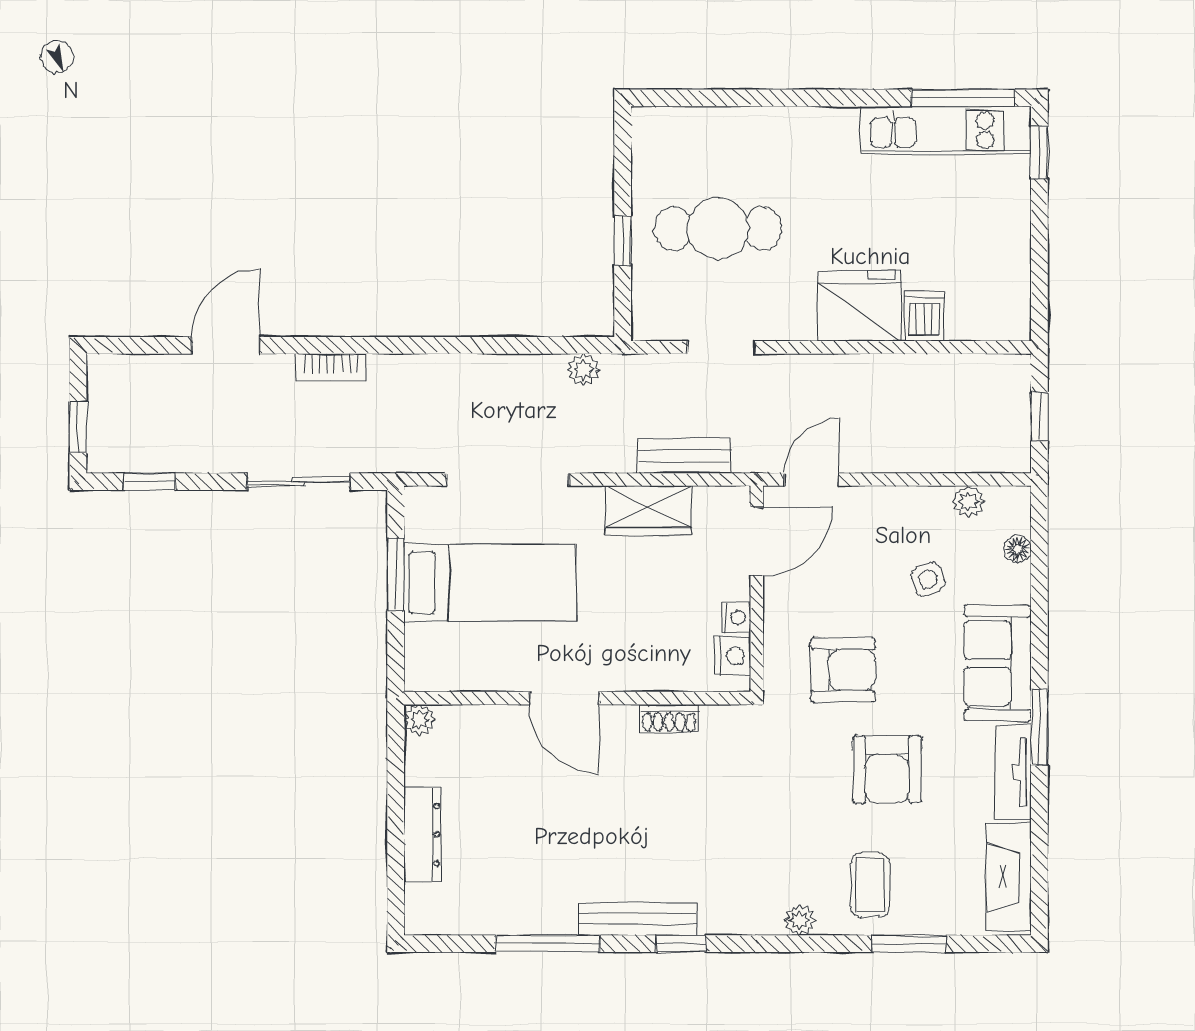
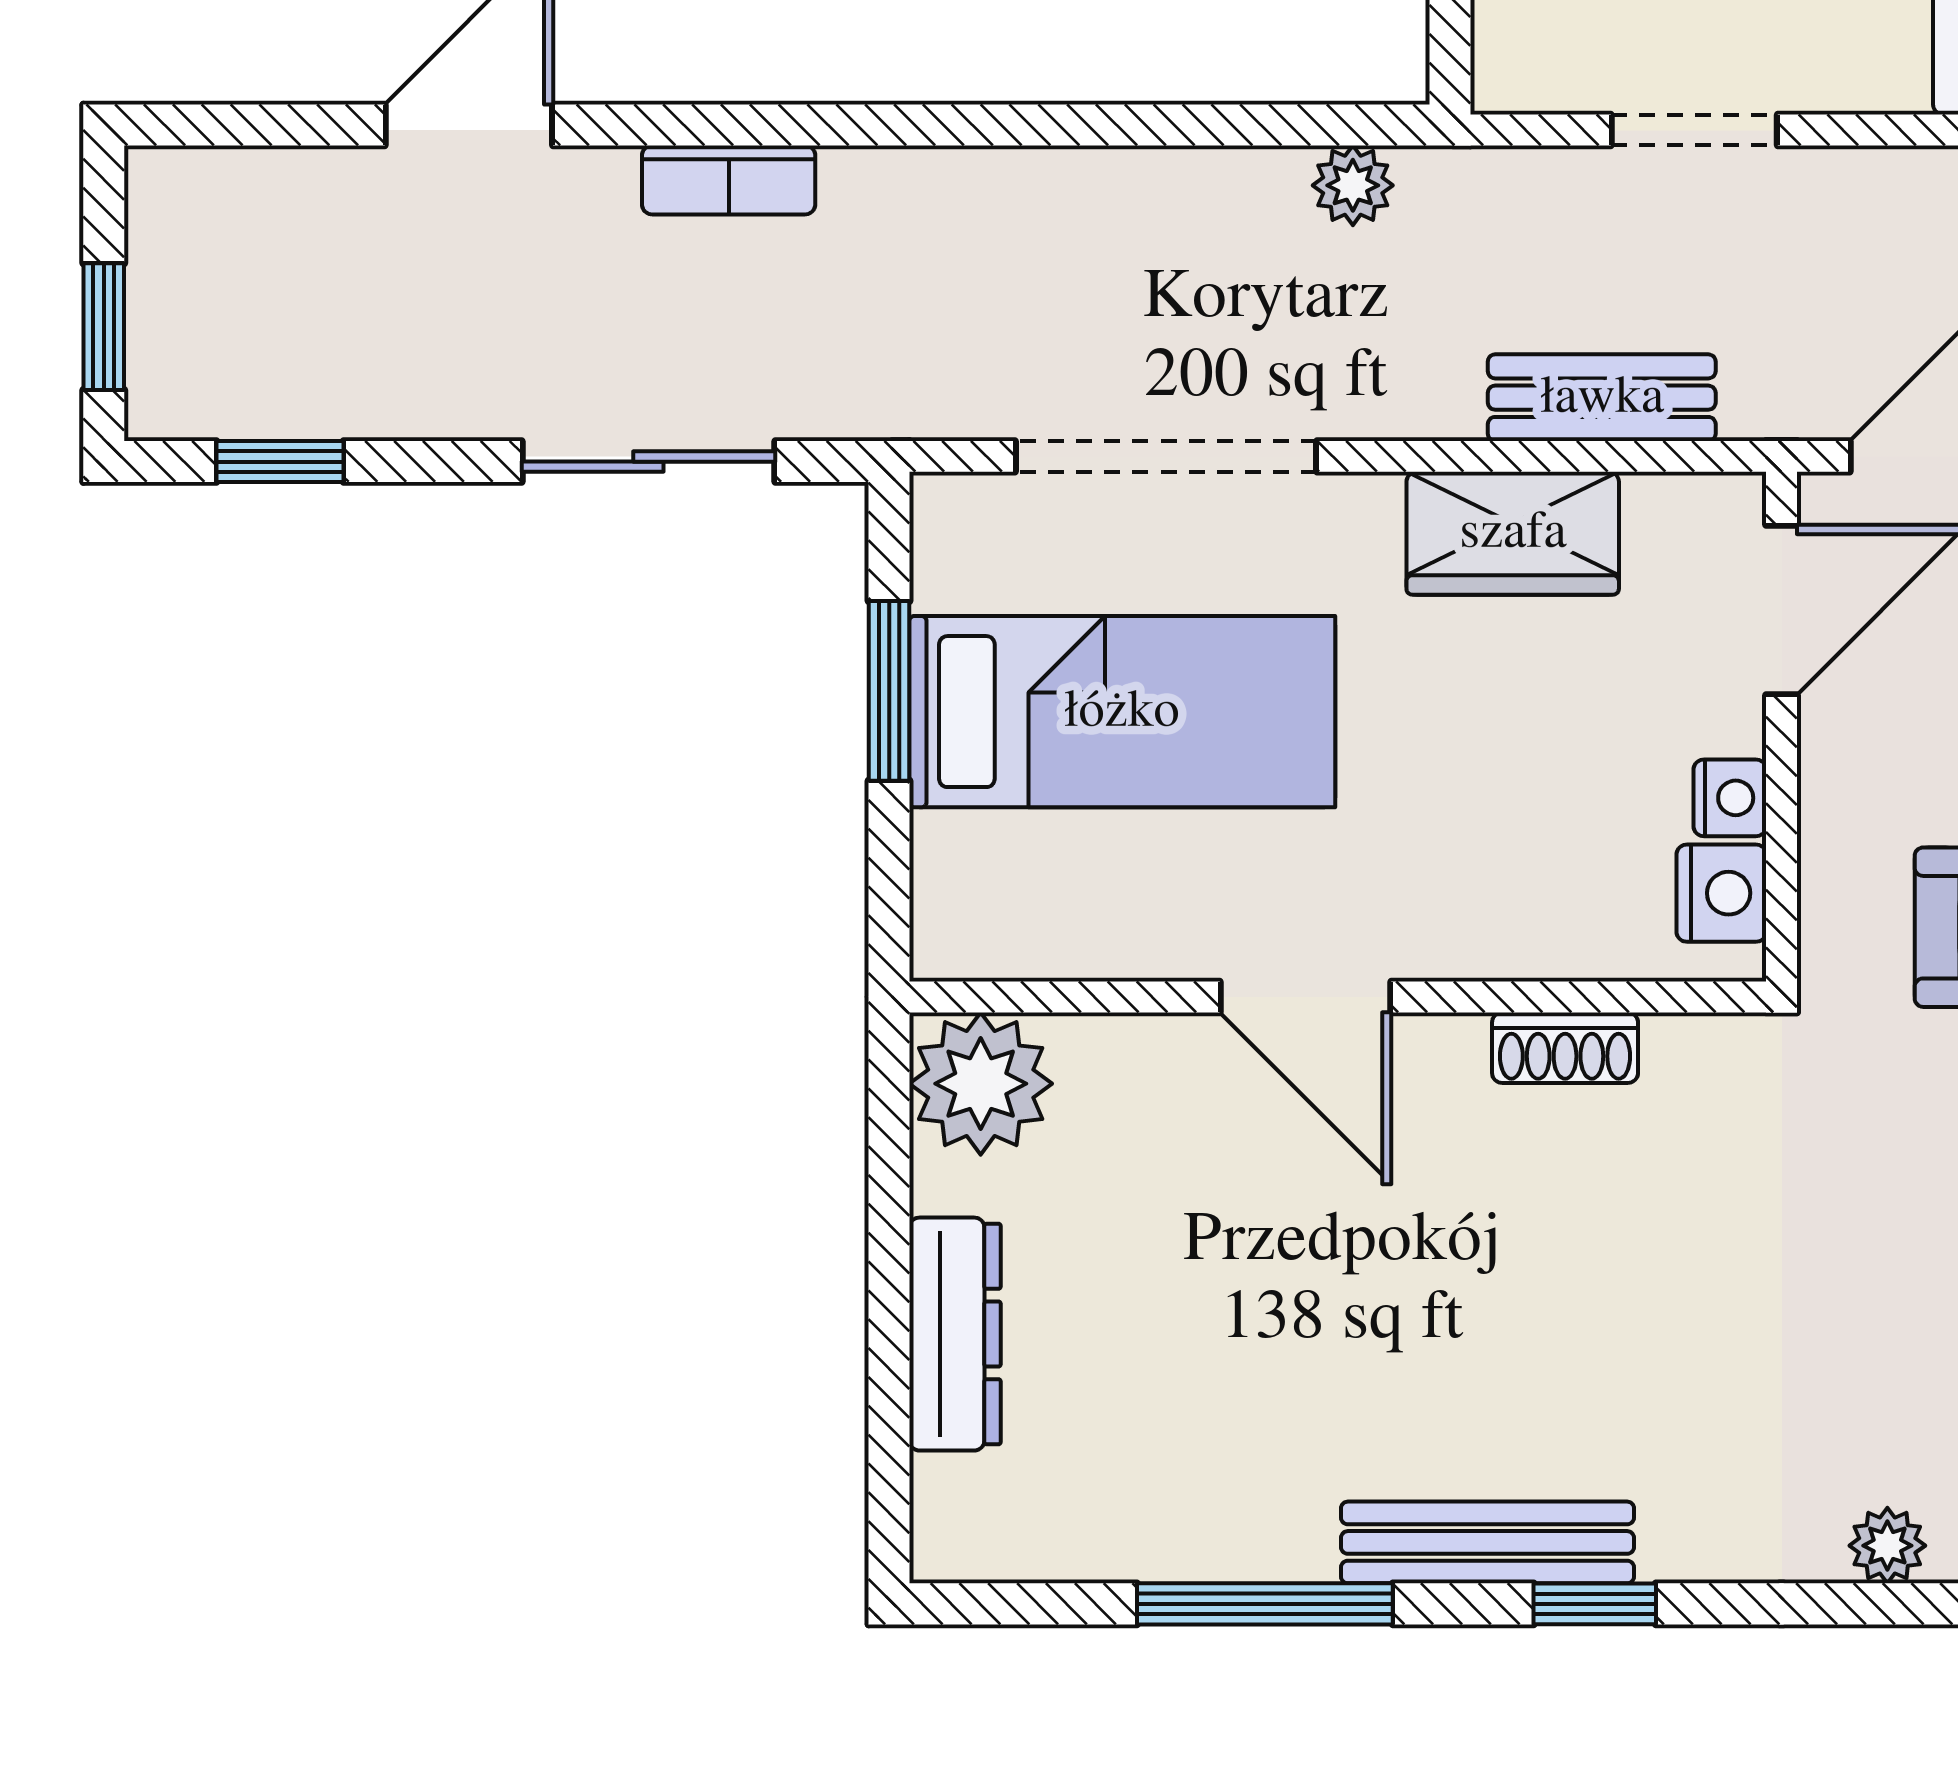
plant: (419, 720) -> (981, 1084), width x1.88, depth x1.88

